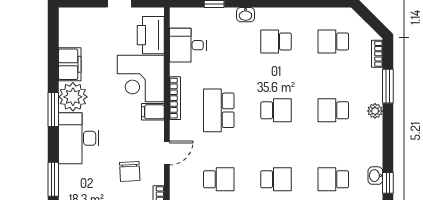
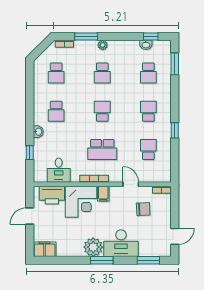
filing cabinet: (70, 64) -> (45, 249), moved

